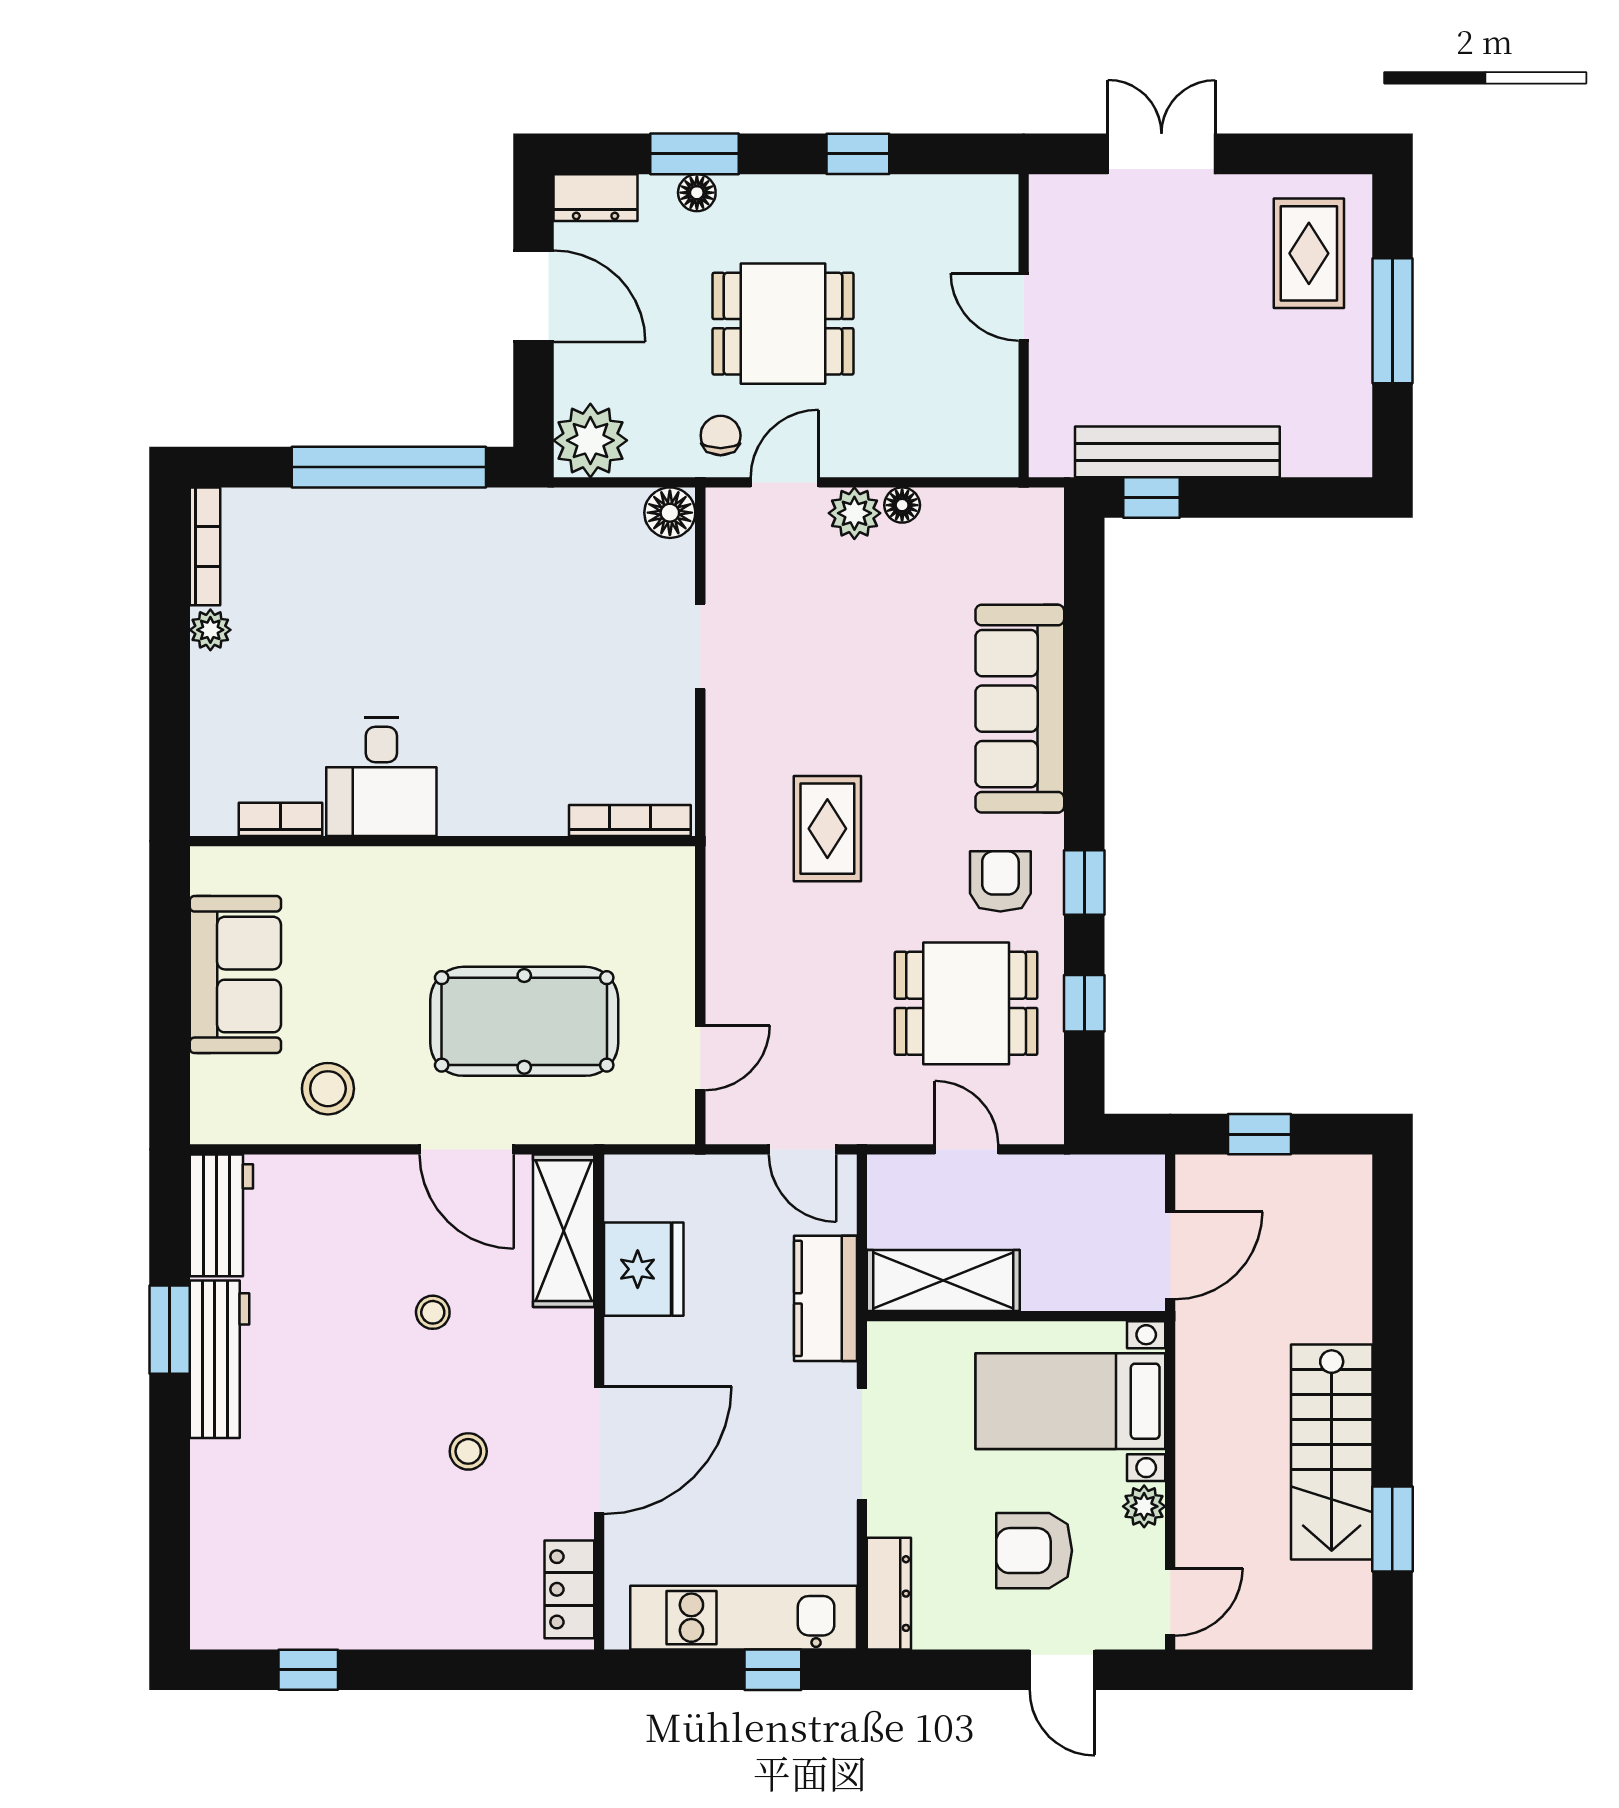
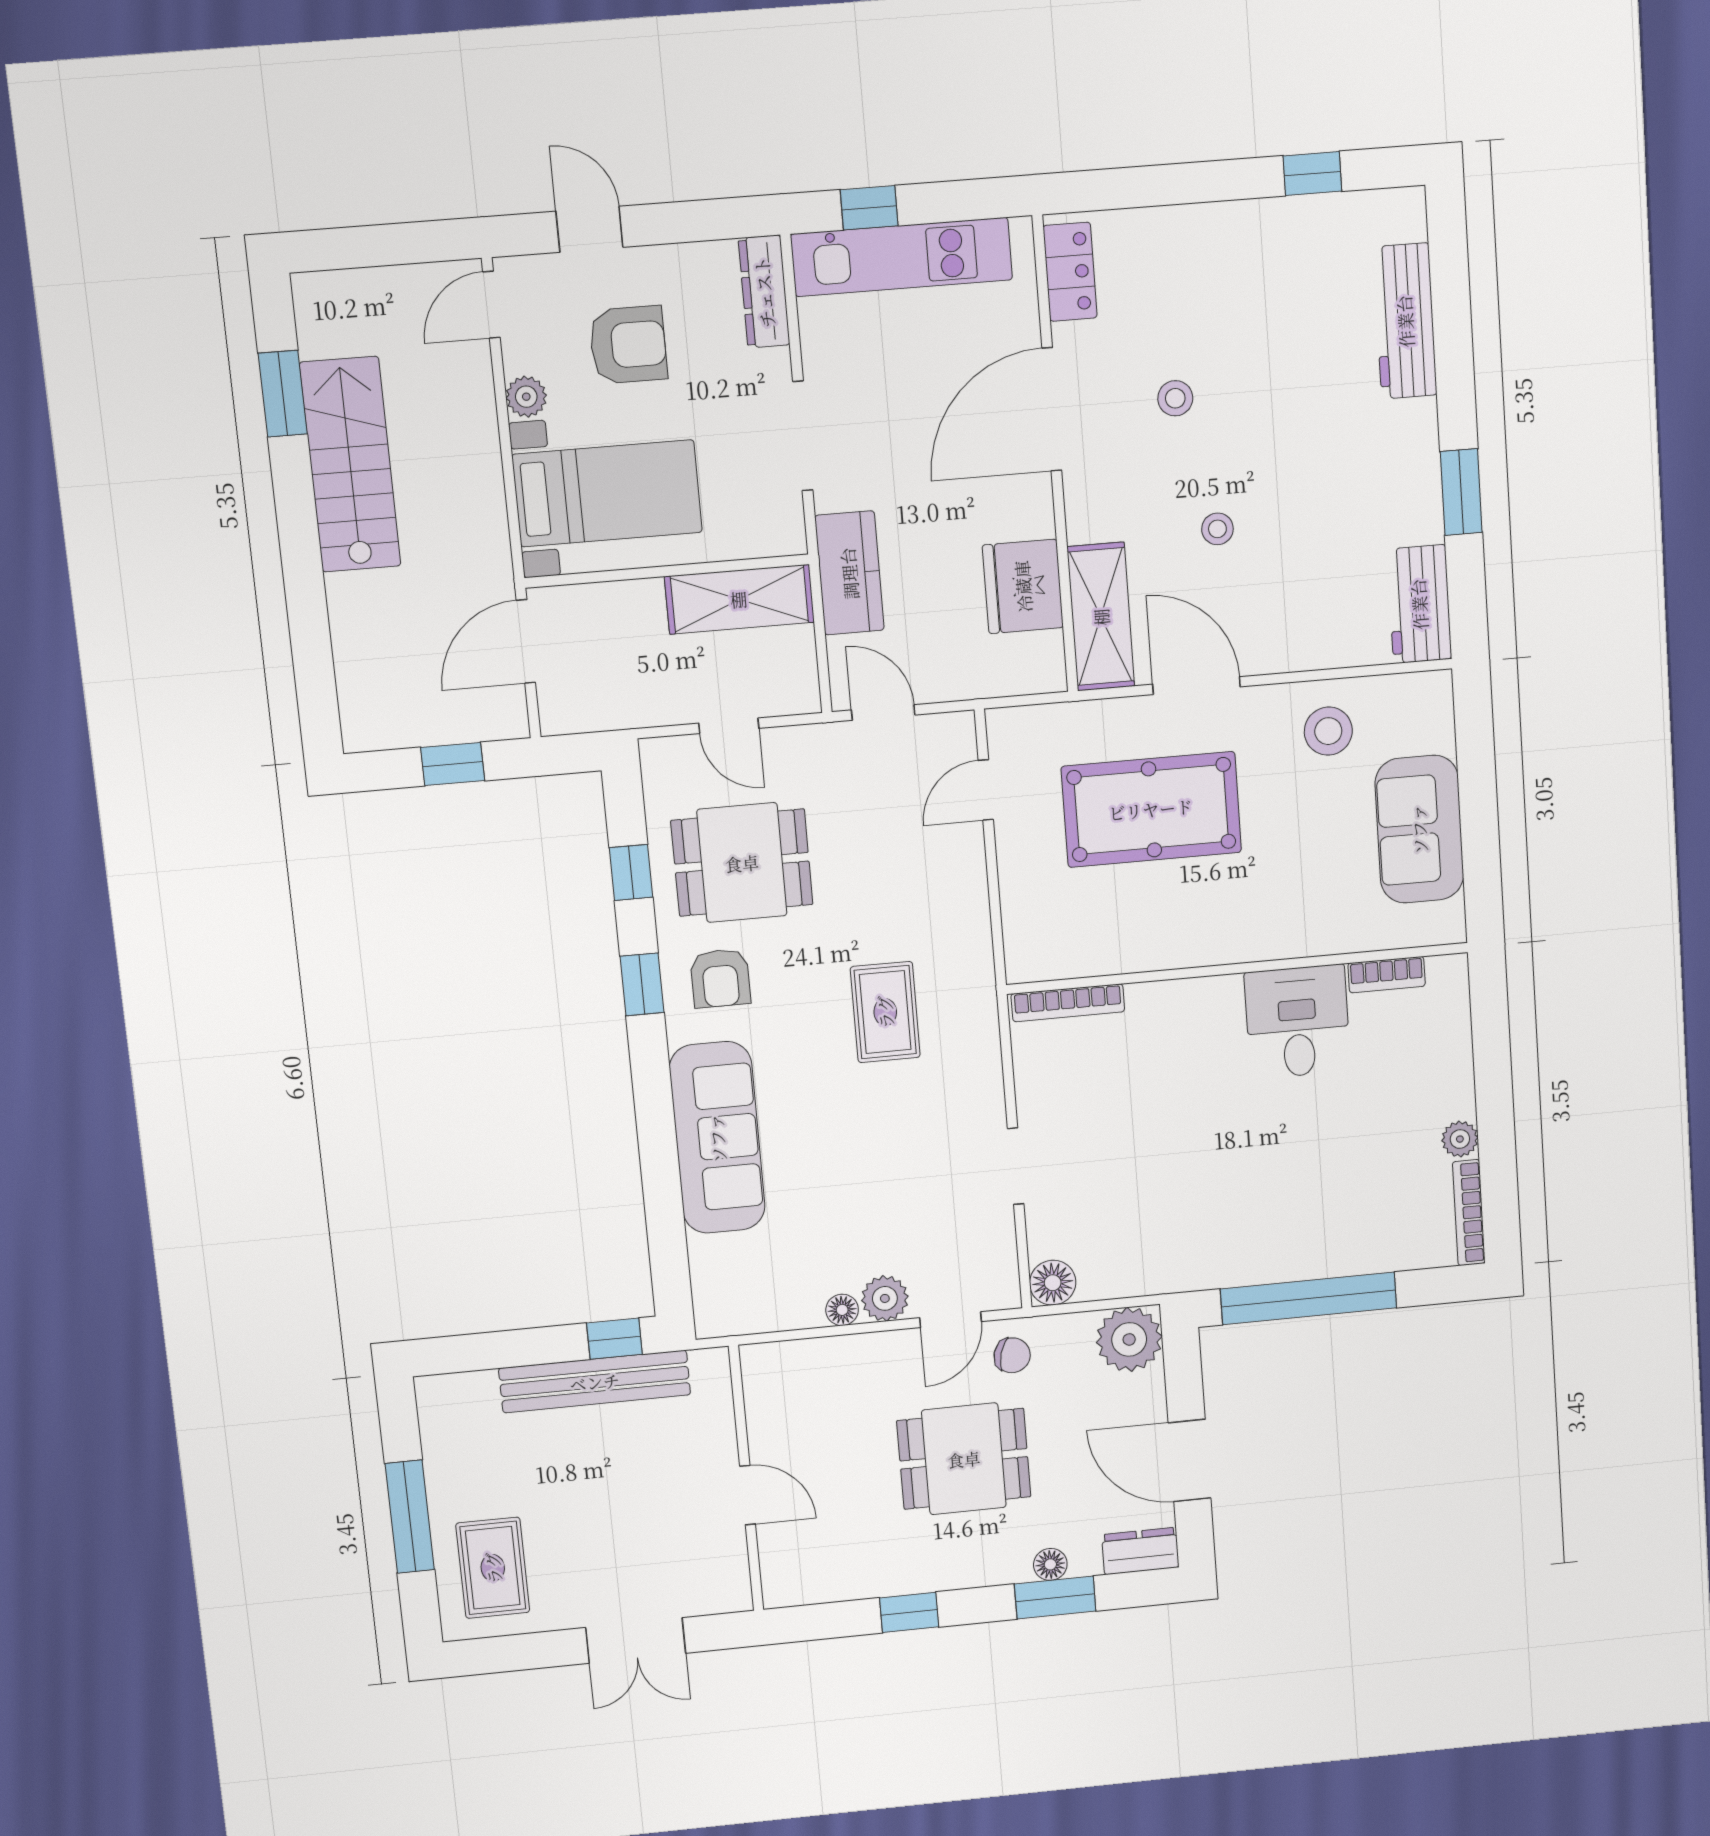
chair: (721, 436) -> (1012, 1355), turned -75
workbench: (219, 1359) -> (1405, 321), moved

